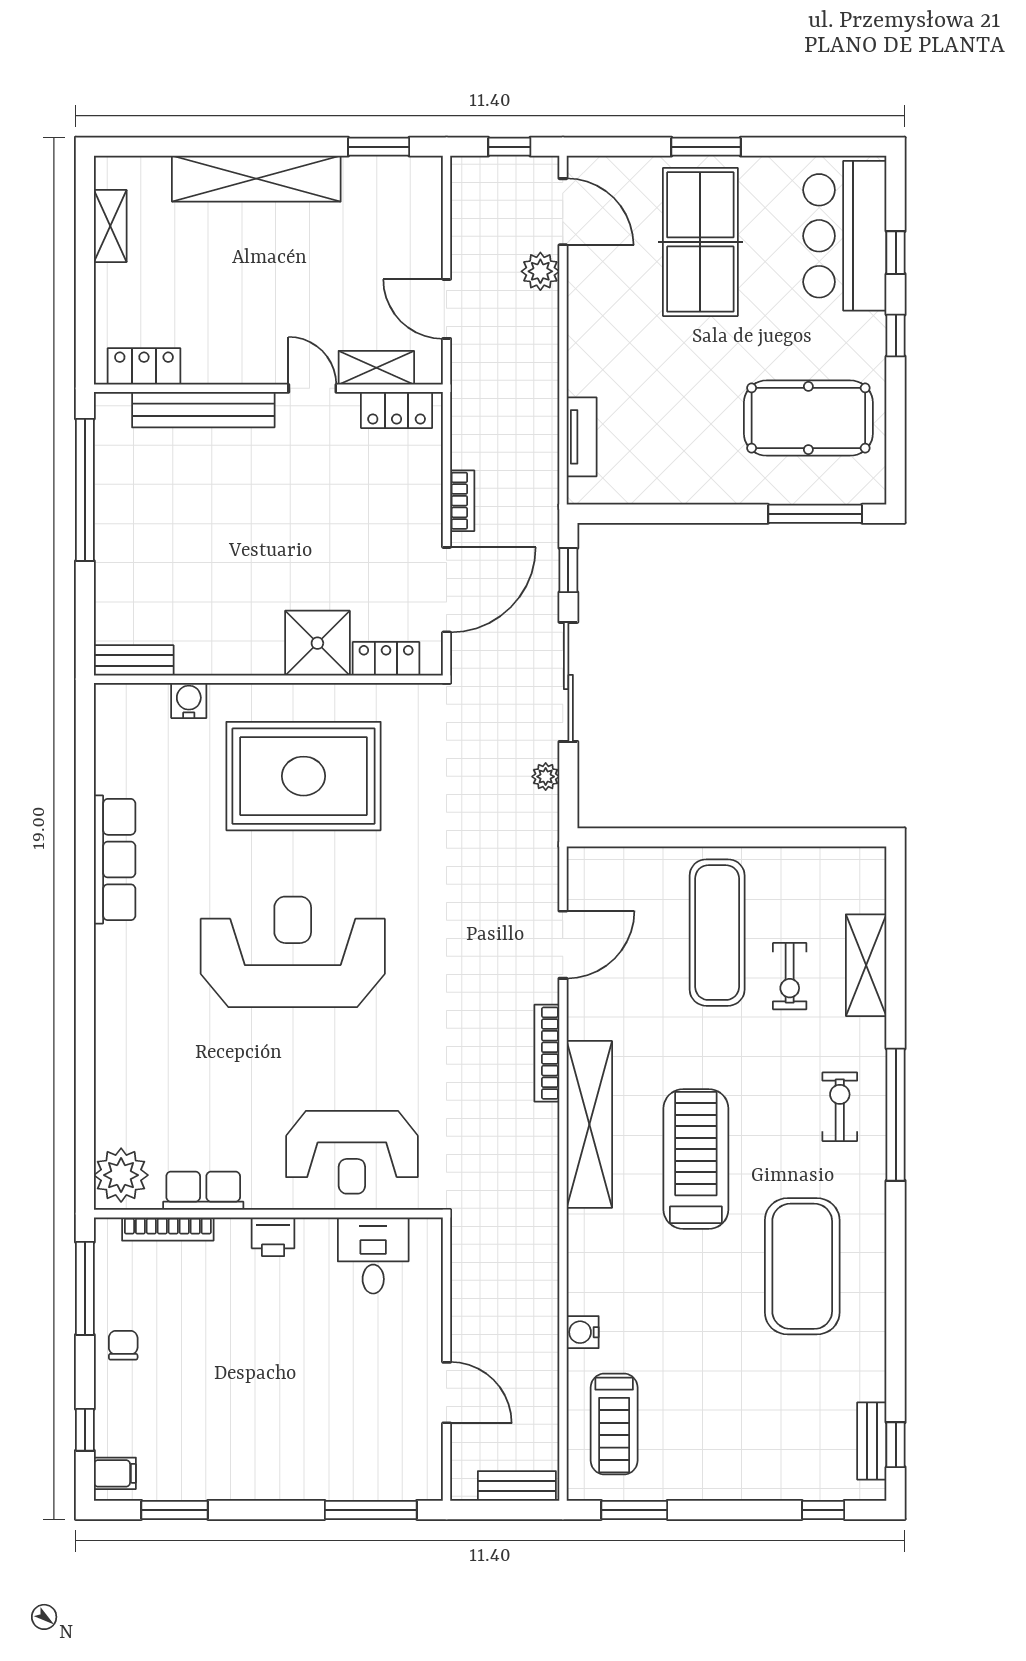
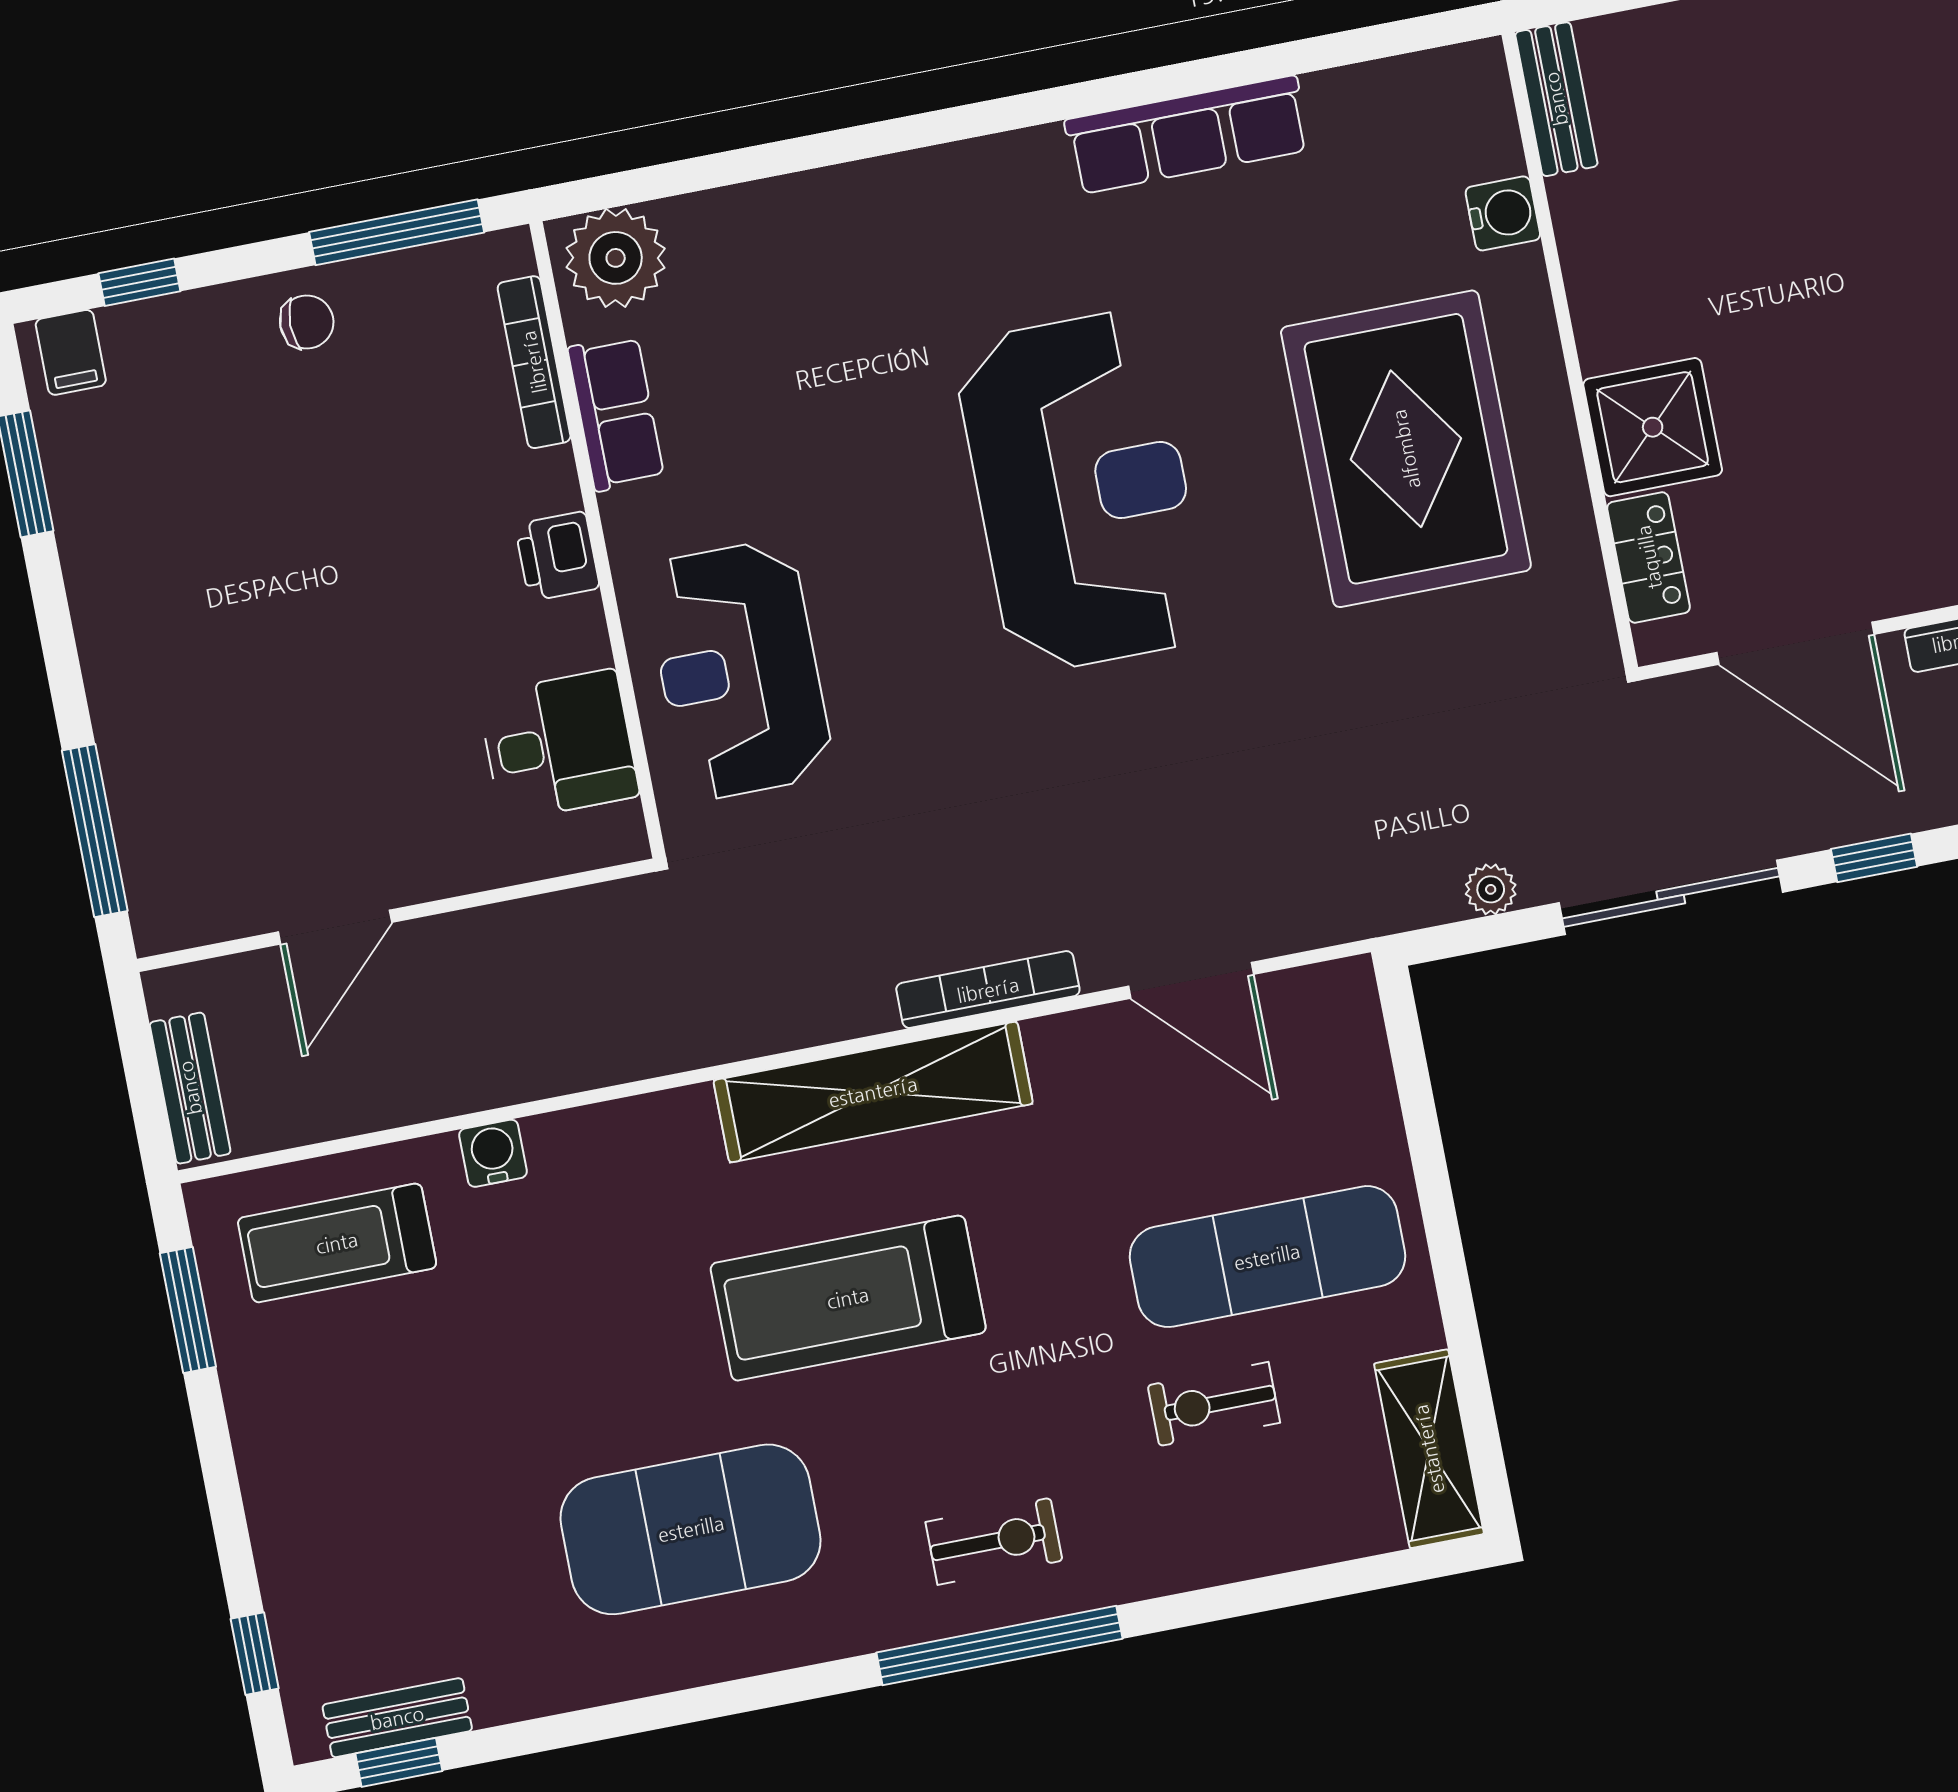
shelving: (866, 965) -> (1429, 1449), moved, turned 90
treadmill: (696, 1159) -> (848, 1298), turned 180

